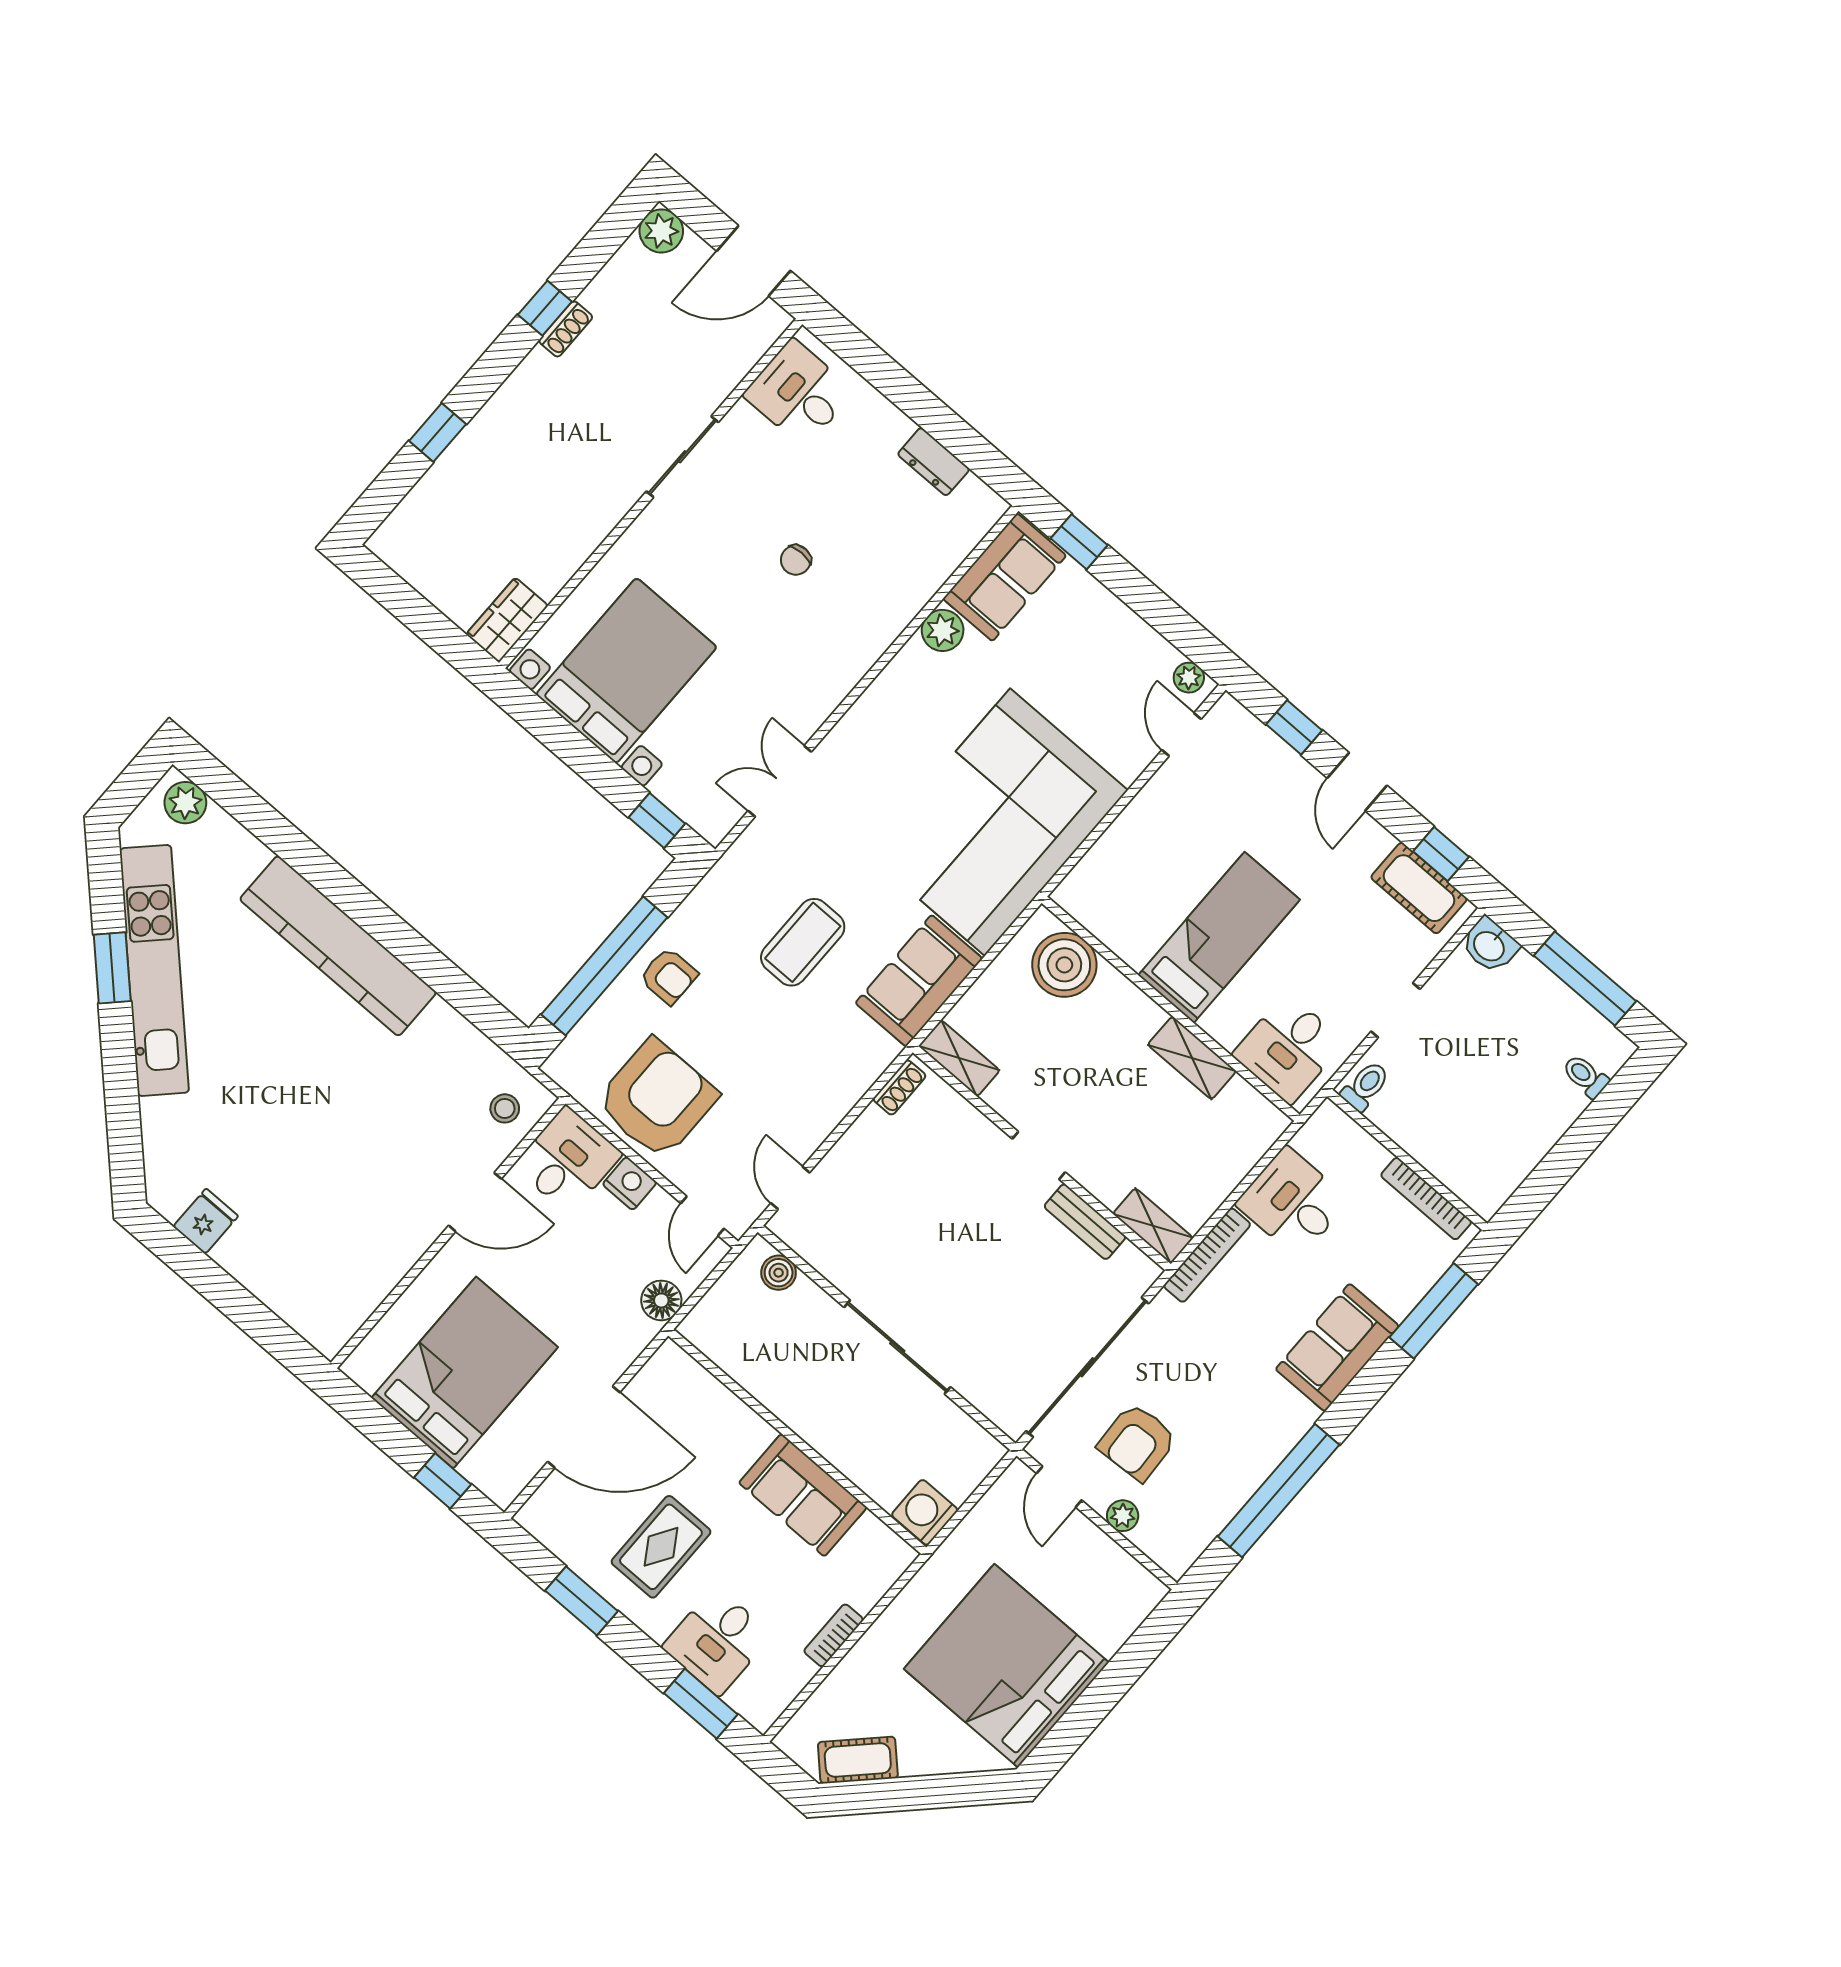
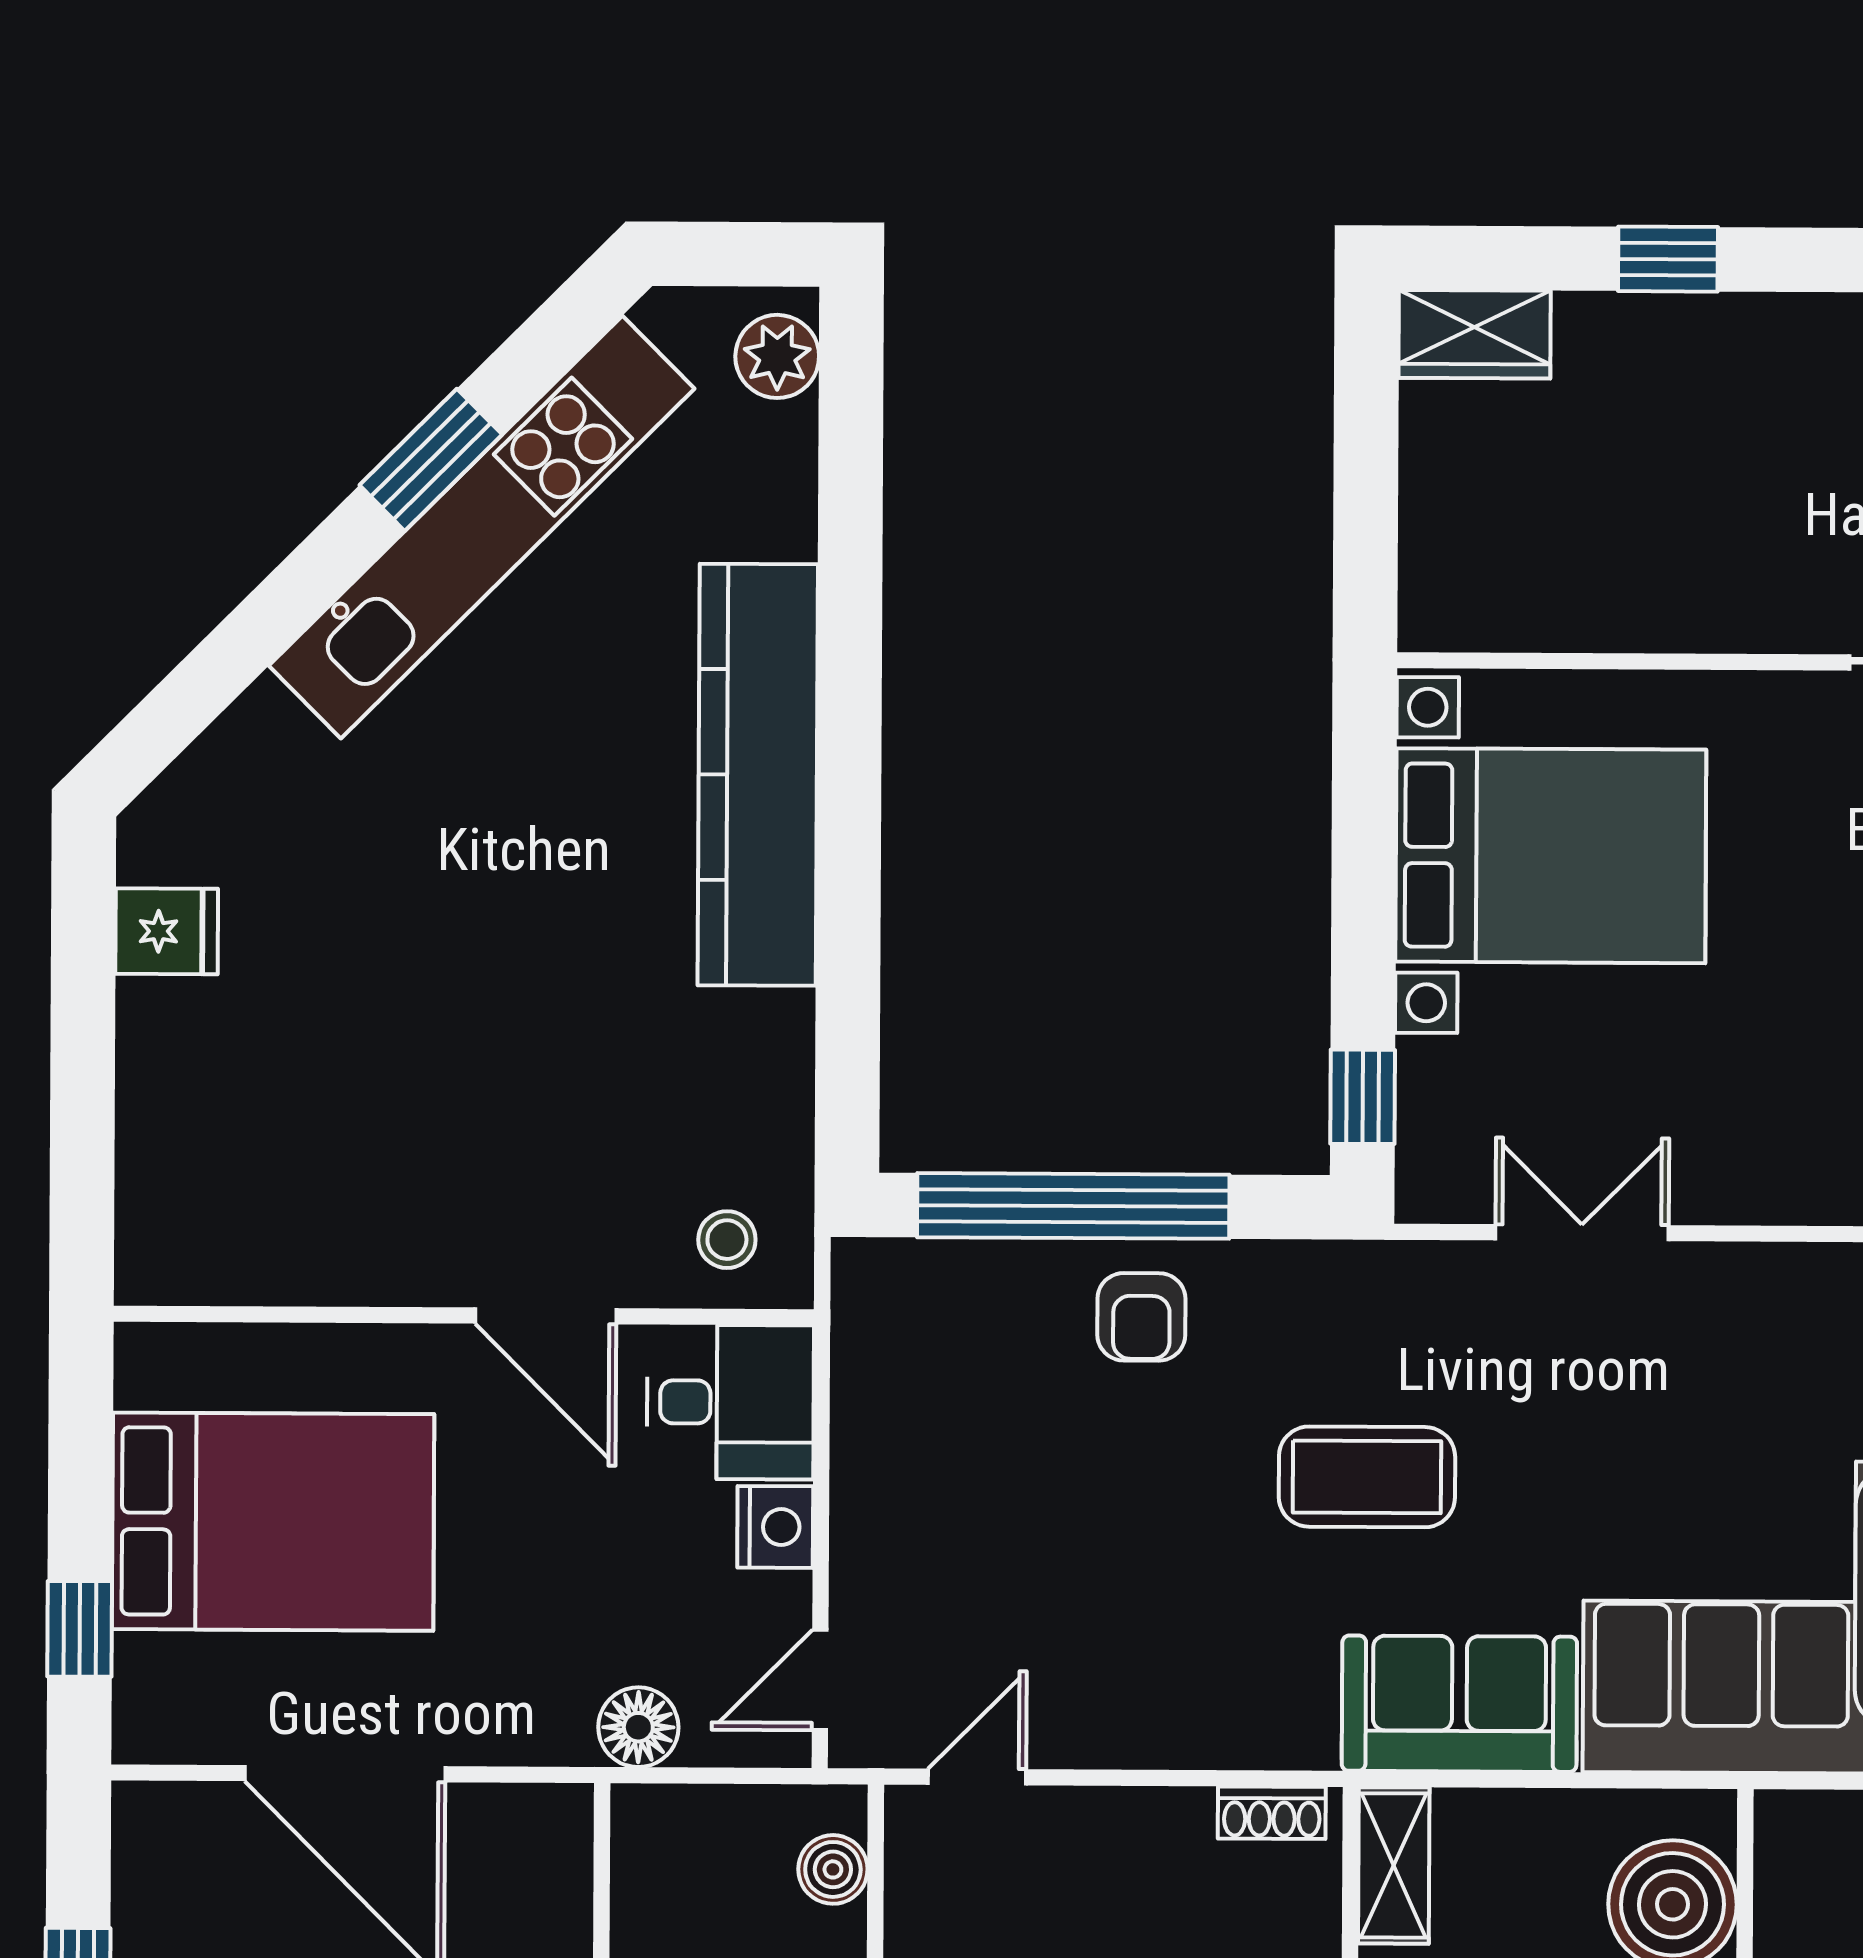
wardrobe: (507, 620) -> (1475, 334), moved, turned 180
armchair: (657, 1099) -> (939, 1459), removed

